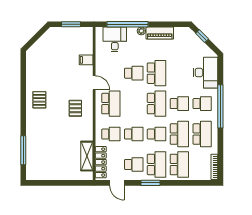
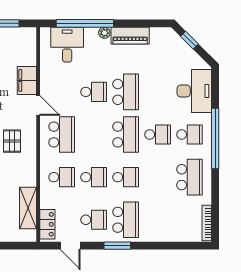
filing cabinet: (86, 60) -> (27, 80), width x2.00
school desk: (179, 134) -> (158, 177), removed
locker: (101, 162) -> (47, 224), width x0.66
school desk: (179, 164) -> (158, 220), removed

